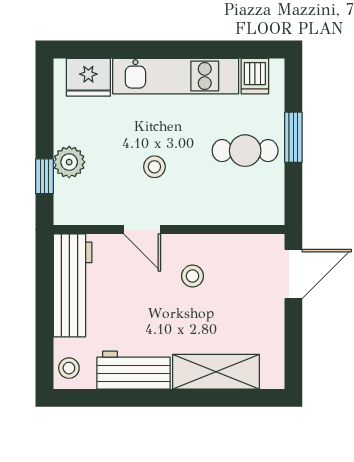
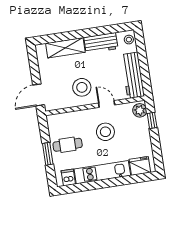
plant: (69, 162) -> (140, 110), moved
stool: (154, 167) -> (105, 132), width x1.89, depth x1.89
stool: (193, 276) -> (82, 87), width x1.89, depth x1.89

